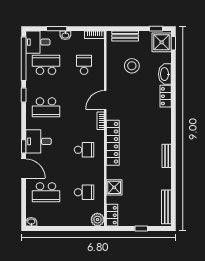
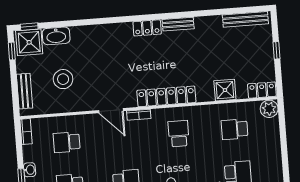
washbasin: (165, 74) -> (56, 36), moved
locker: (166, 96) -> (147, 28), moved
school desk: (84, 192) -> (235, 129), turned -90

